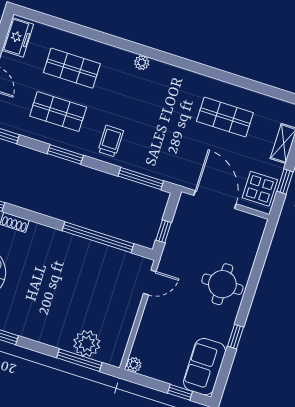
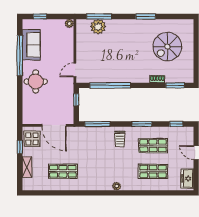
window: (236, 337) -> (20, 56), width x3.17
sofa: (205, 367) -> (31, 45), moved

